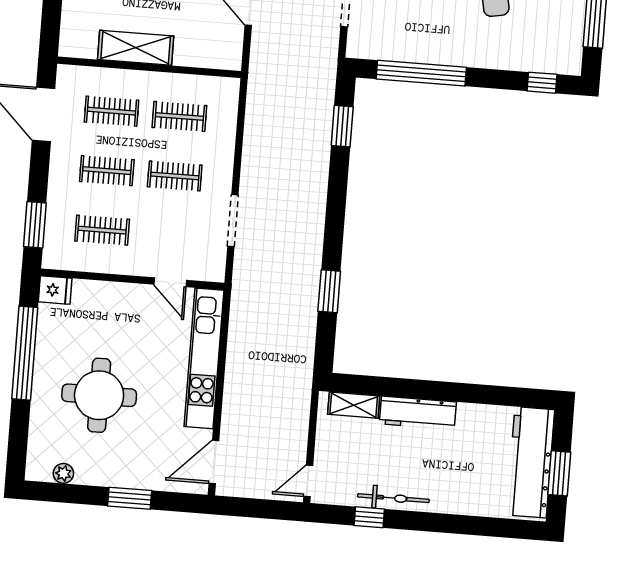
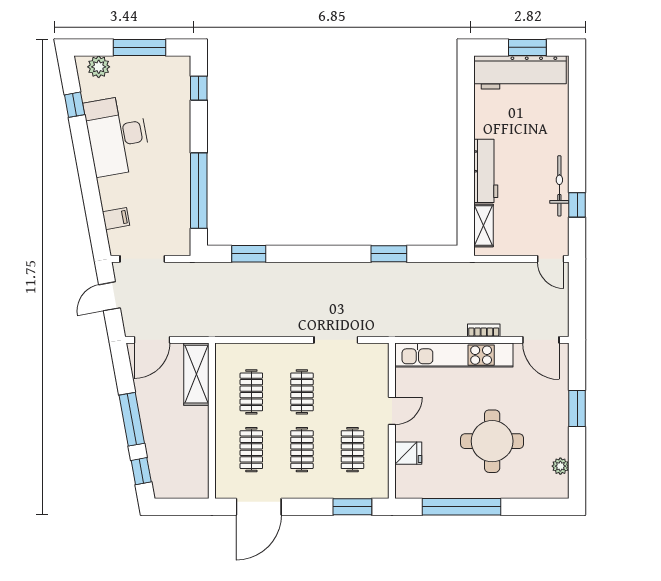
shelving: (136, 48) -> (196, 374), moved
door: (170, 282) -> (392, 411), moved
fridge: (55, 290) -> (408, 453), moved, turned 90
bookcase: (230, 396) -> (484, 330), added

